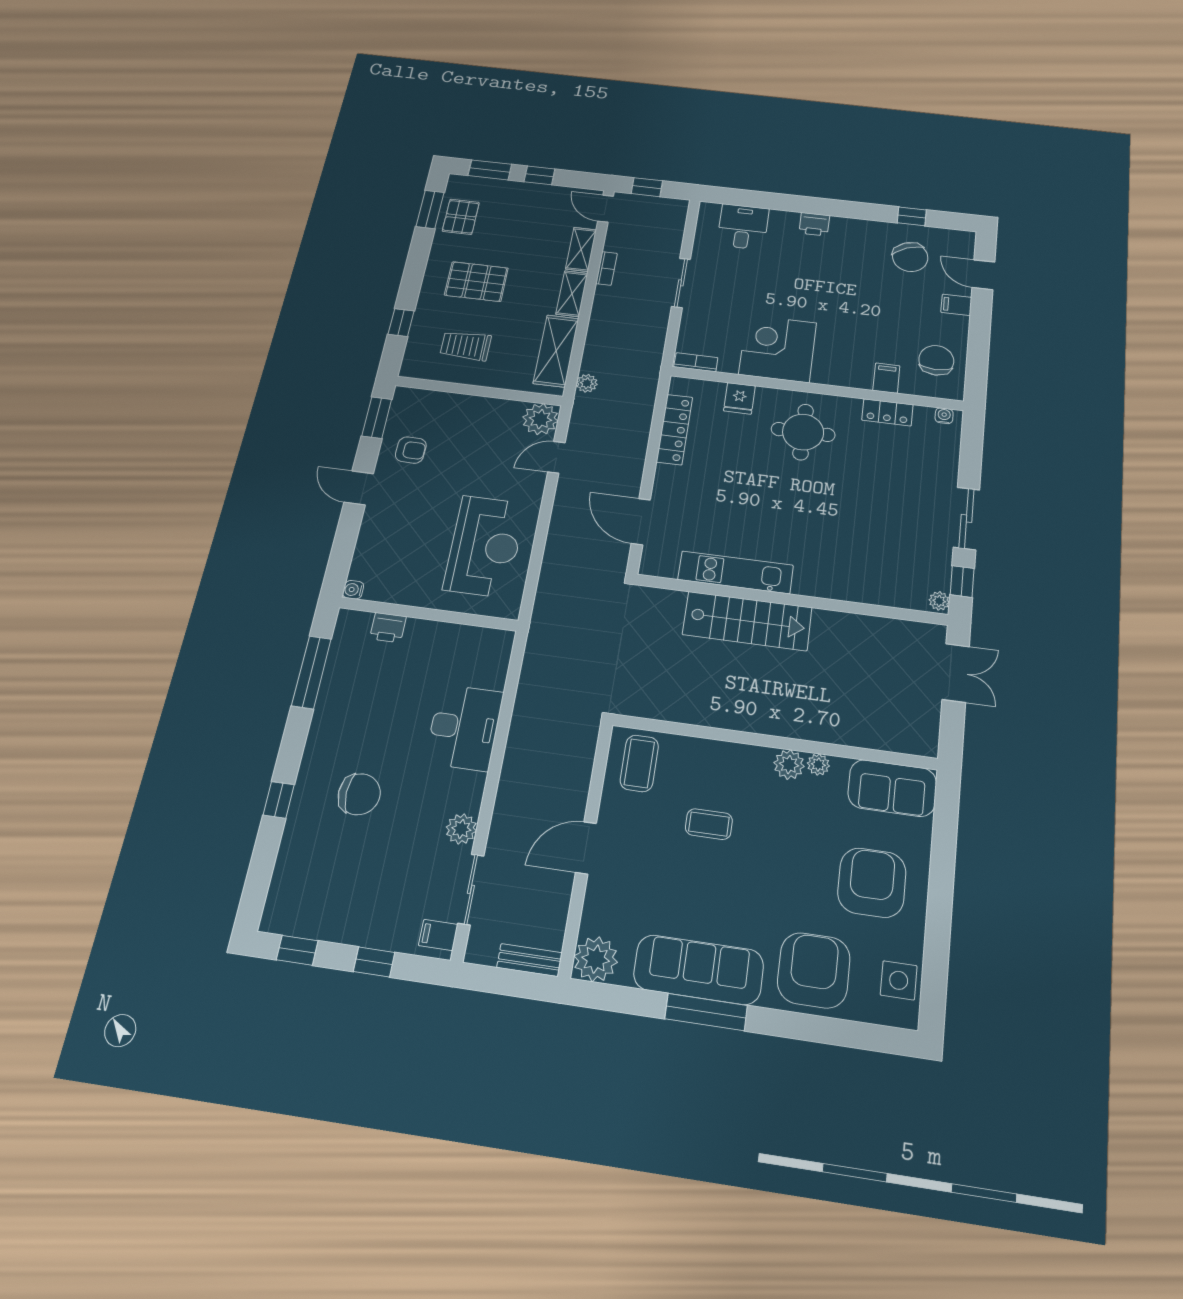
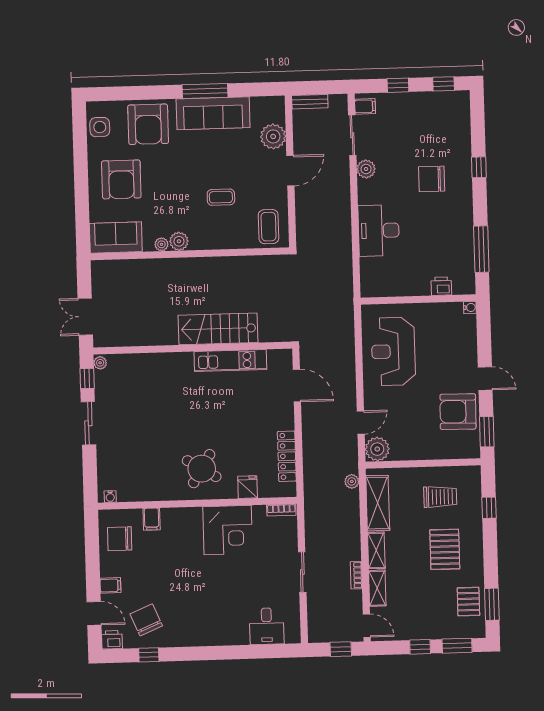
printer: (814, 224) -> (112, 640), moved
pallet: (476, 282) -> (445, 549), turned 90
chair: (936, 360) -> (120, 539), turned 90
locker: (887, 412) -> (148, 493), removed
round table: (803, 432) -> (202, 469), turned 31
armchair: (411, 450) -> (458, 412), width x1.88, depth x1.88
plant: (596, 959) -> (273, 136), moved

